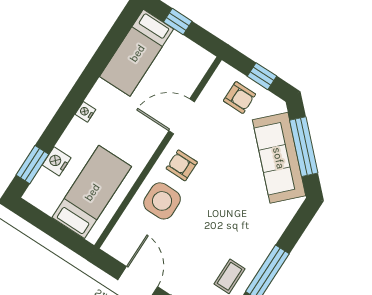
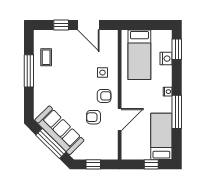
window: (91, 74) -> (177, 112), added
armchair: (239, 98) -> (94, 117), moved
side table: (162, 201) -> (102, 73), width x0.54, depth x0.54

